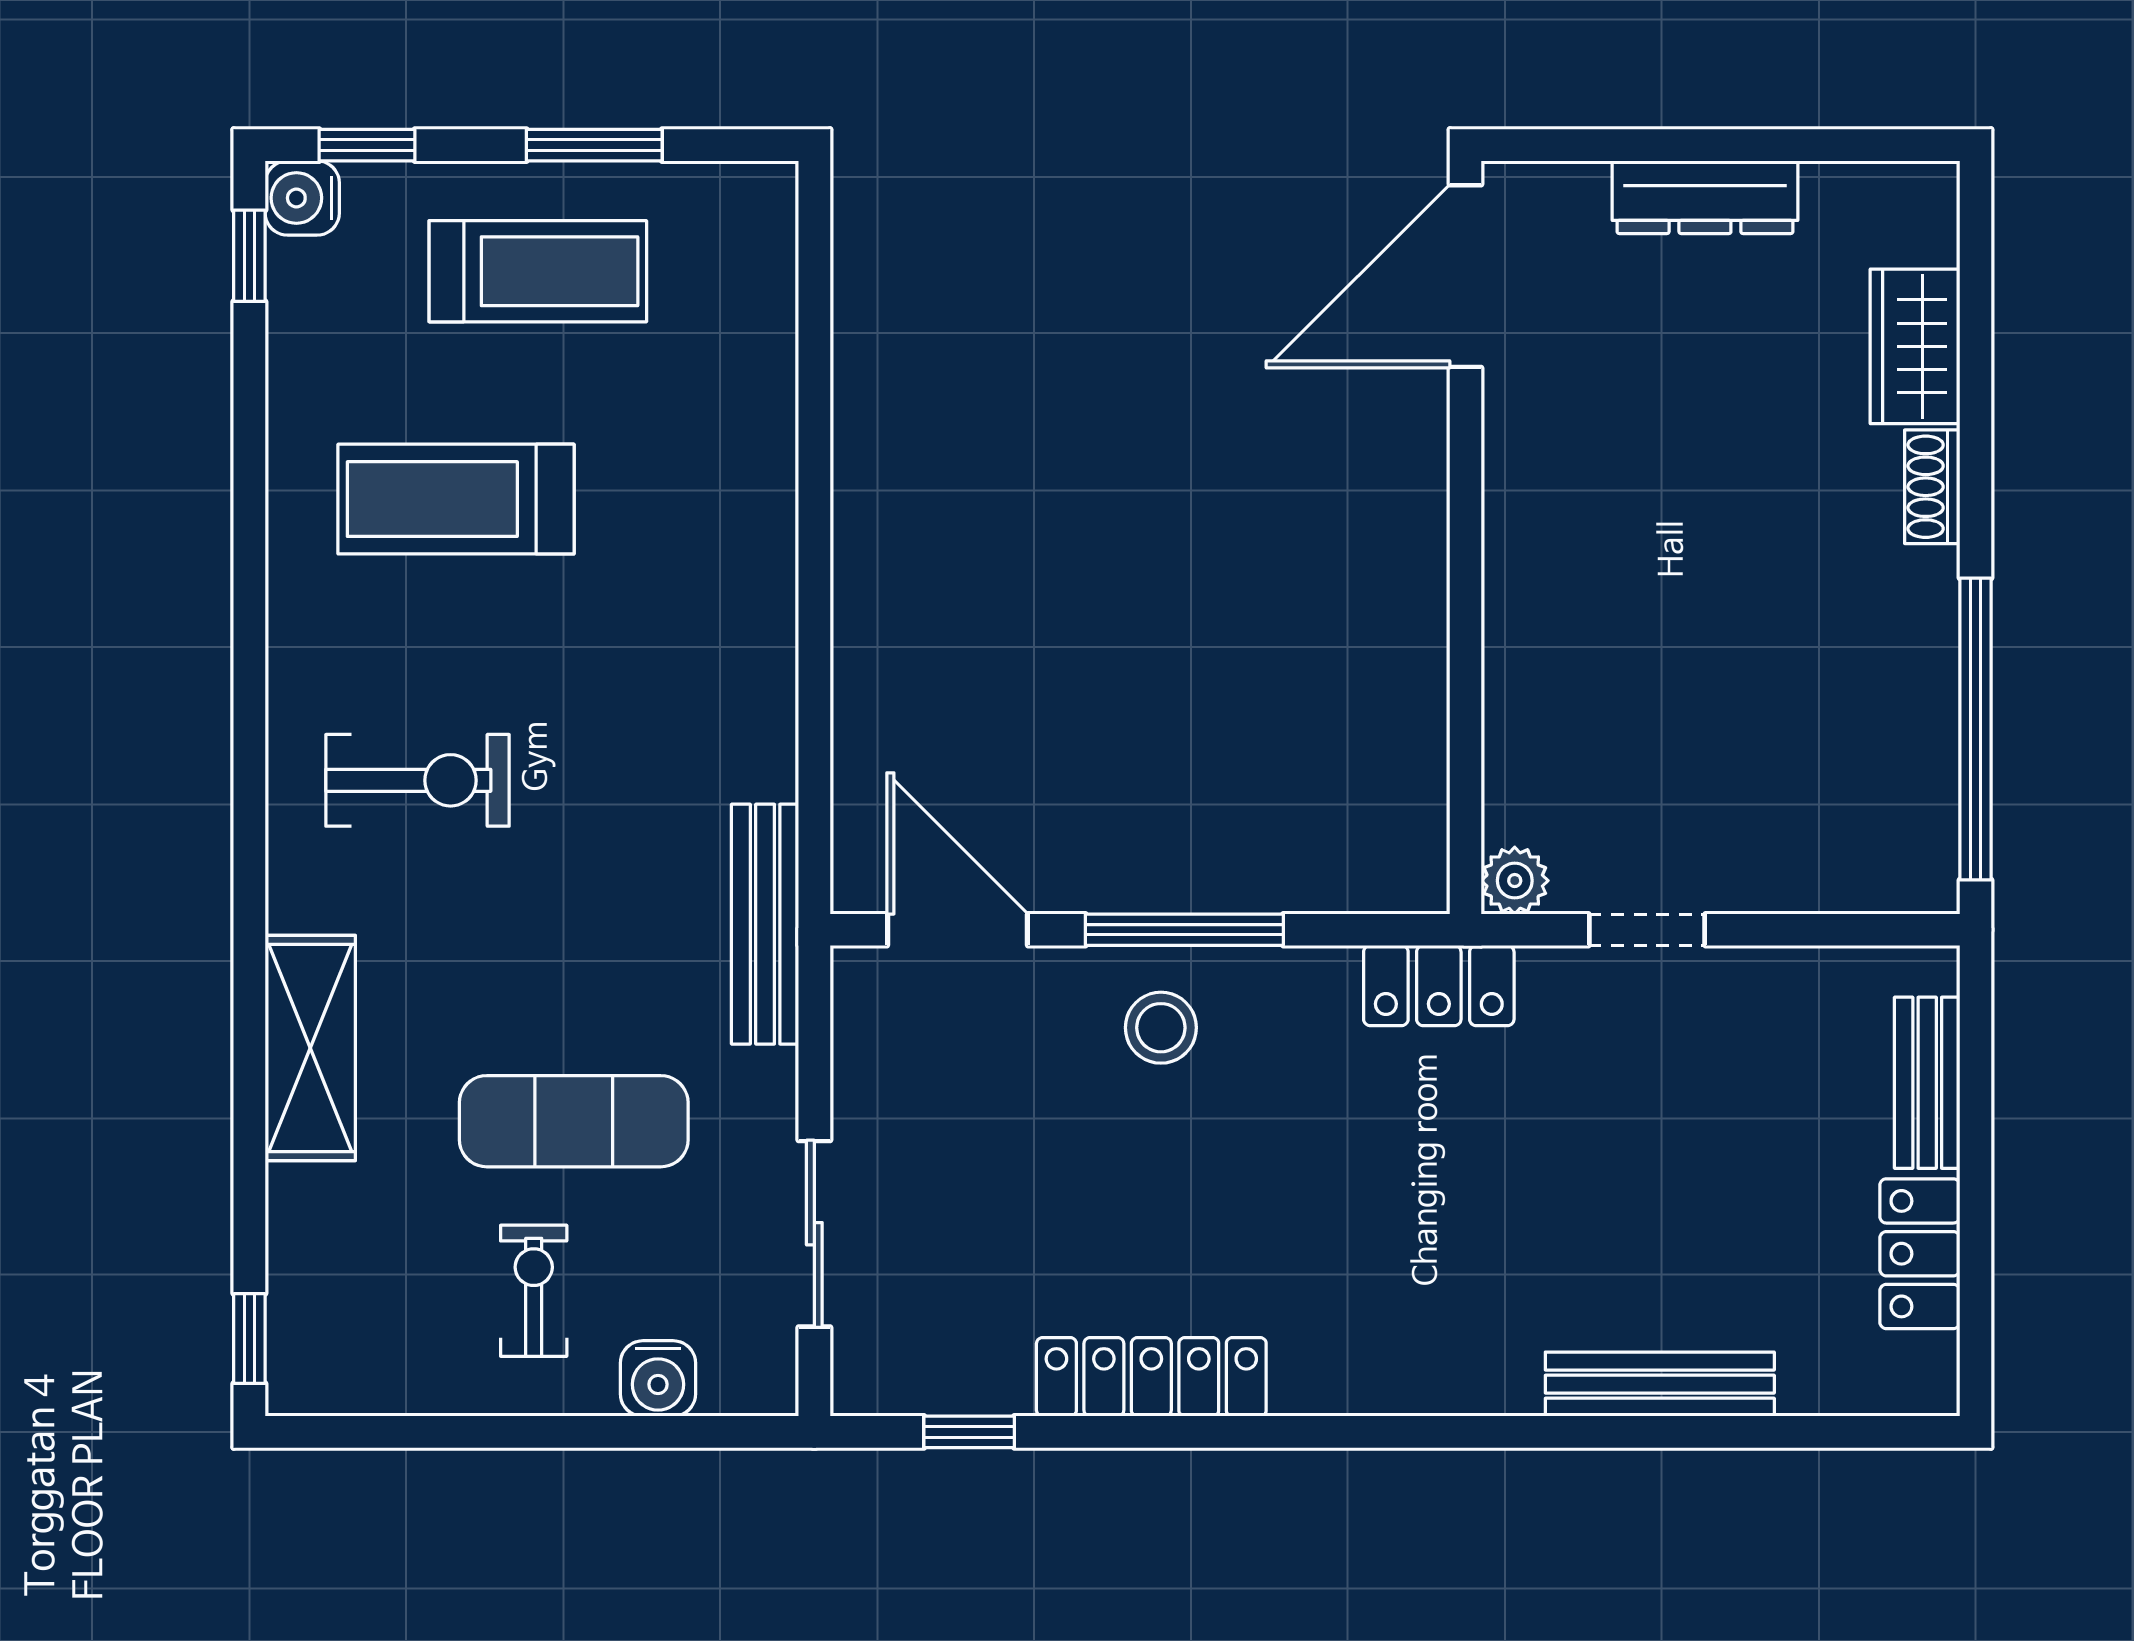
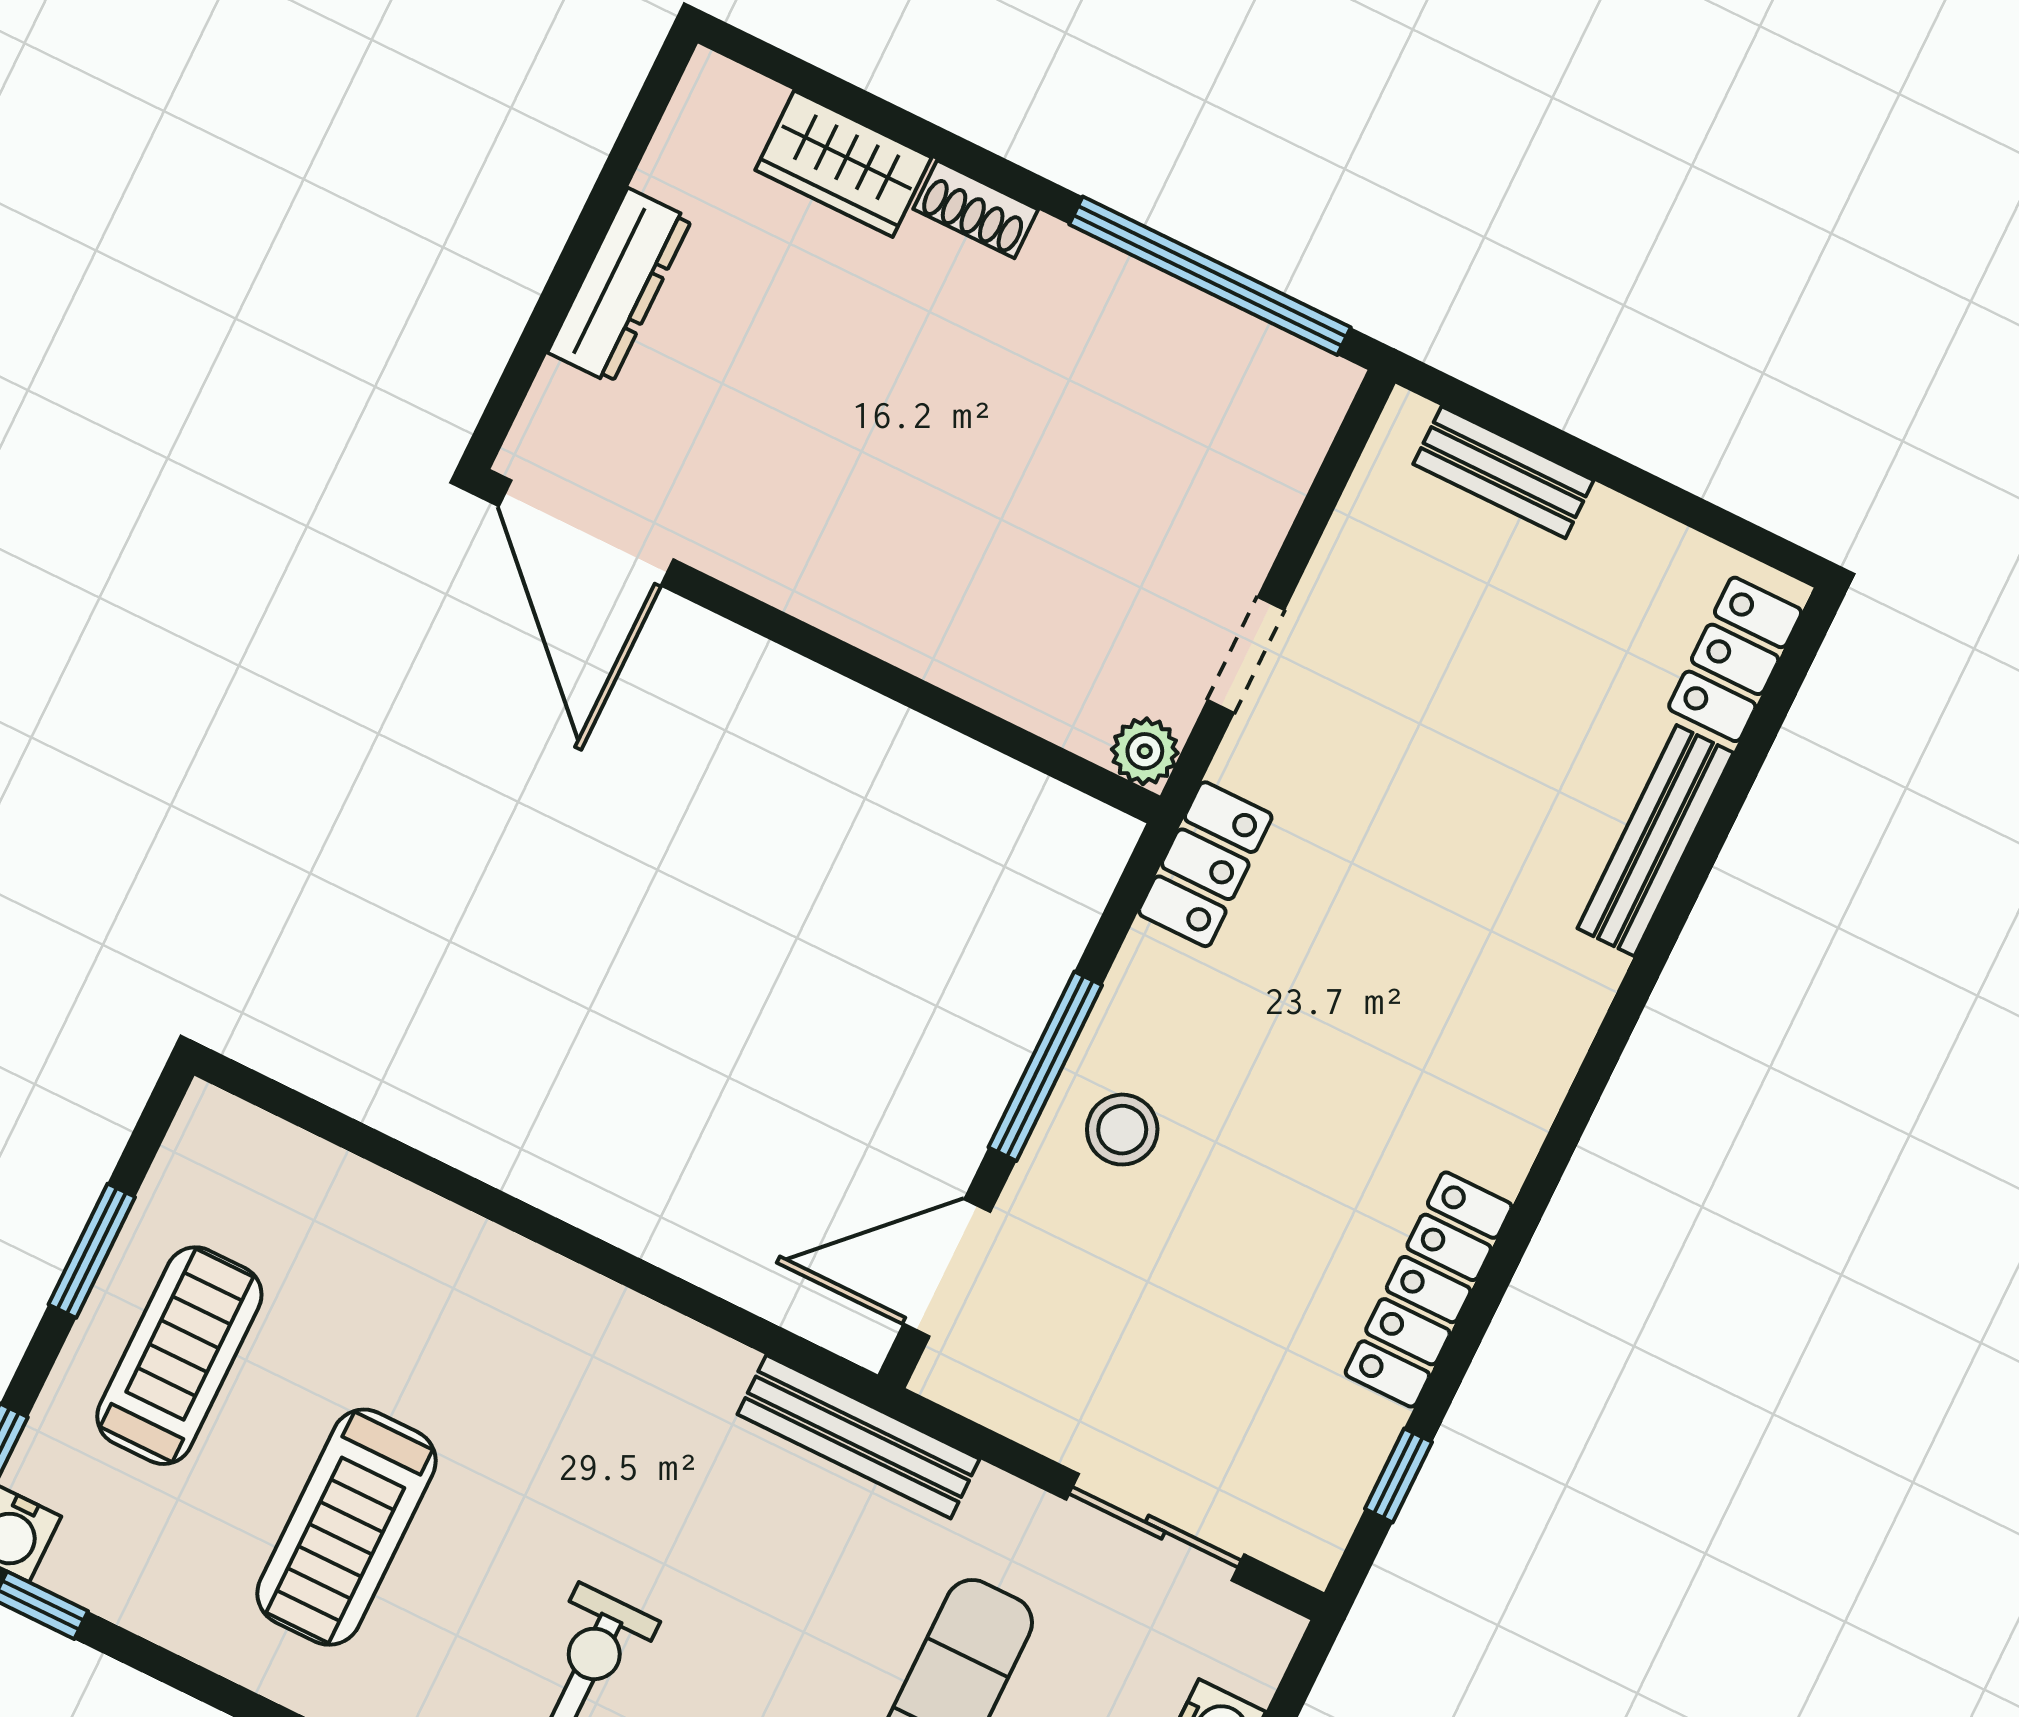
locker: (1920, 1254) -> (1735, 659), moved, turned 90

